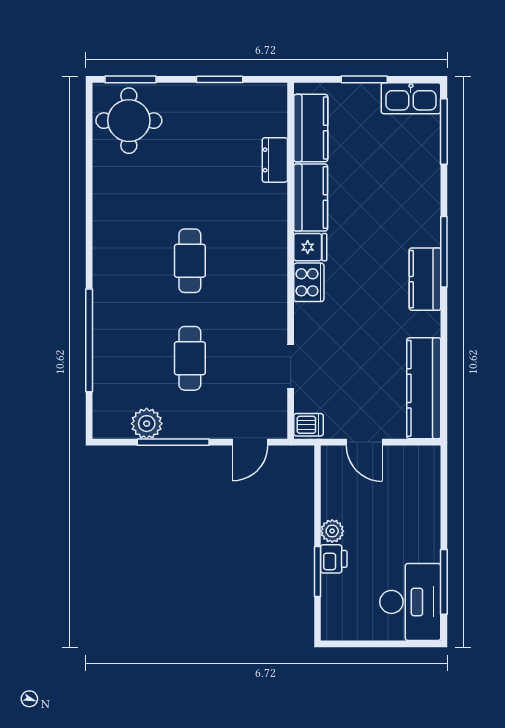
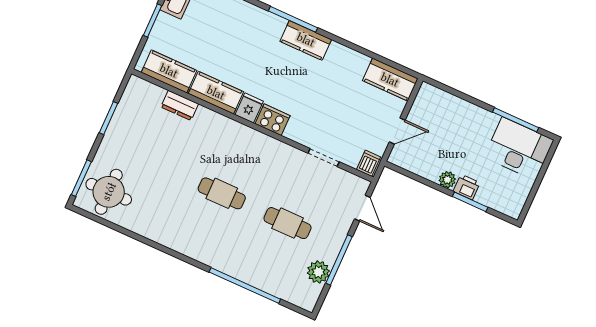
kitchen counter: (424, 388) -> (390, 80), width x0.67

